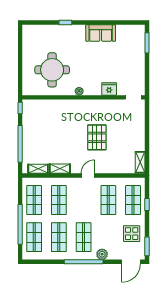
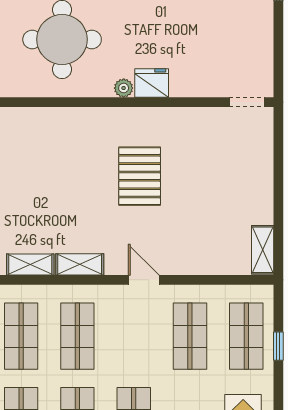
fridge: (109, 89) -> (152, 83), moved
pallet: (97, 137) -> (140, 176), moved
door: (88, 175) -> (144, 280), hinge flipped

